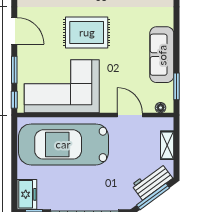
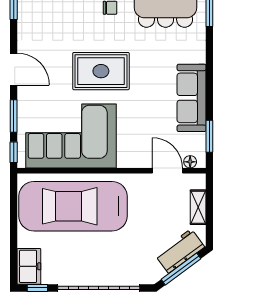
door: (130, 115) -> (167, 171), moved

